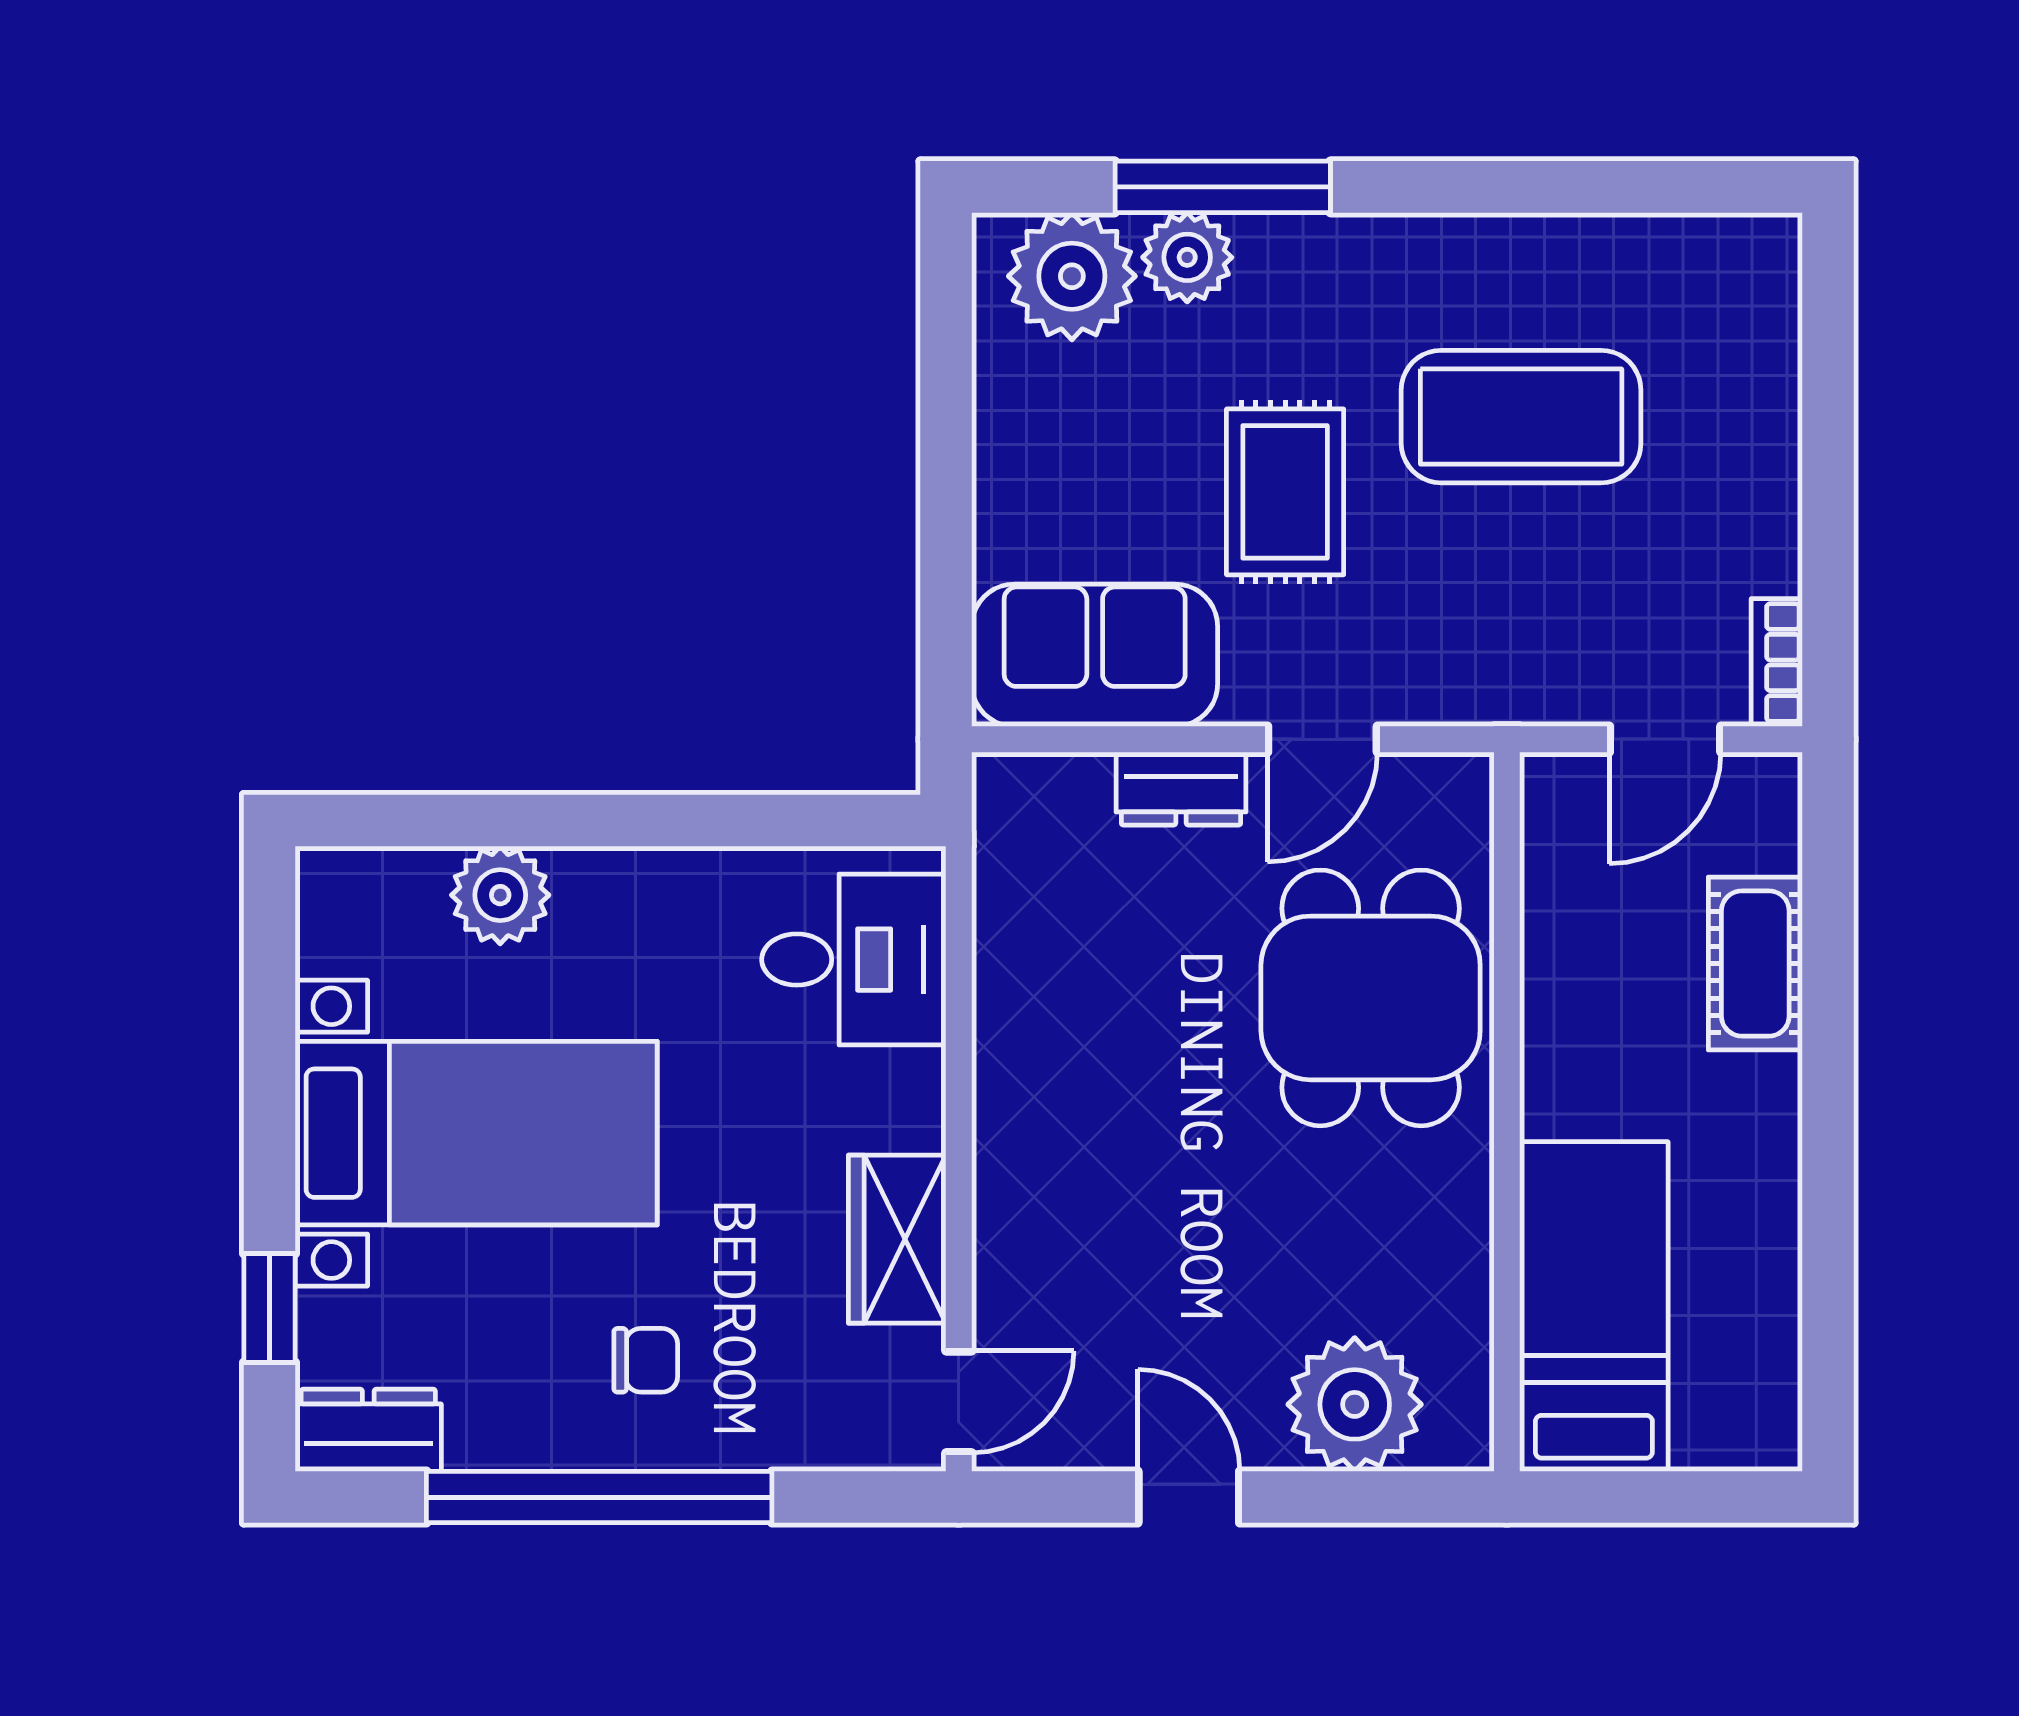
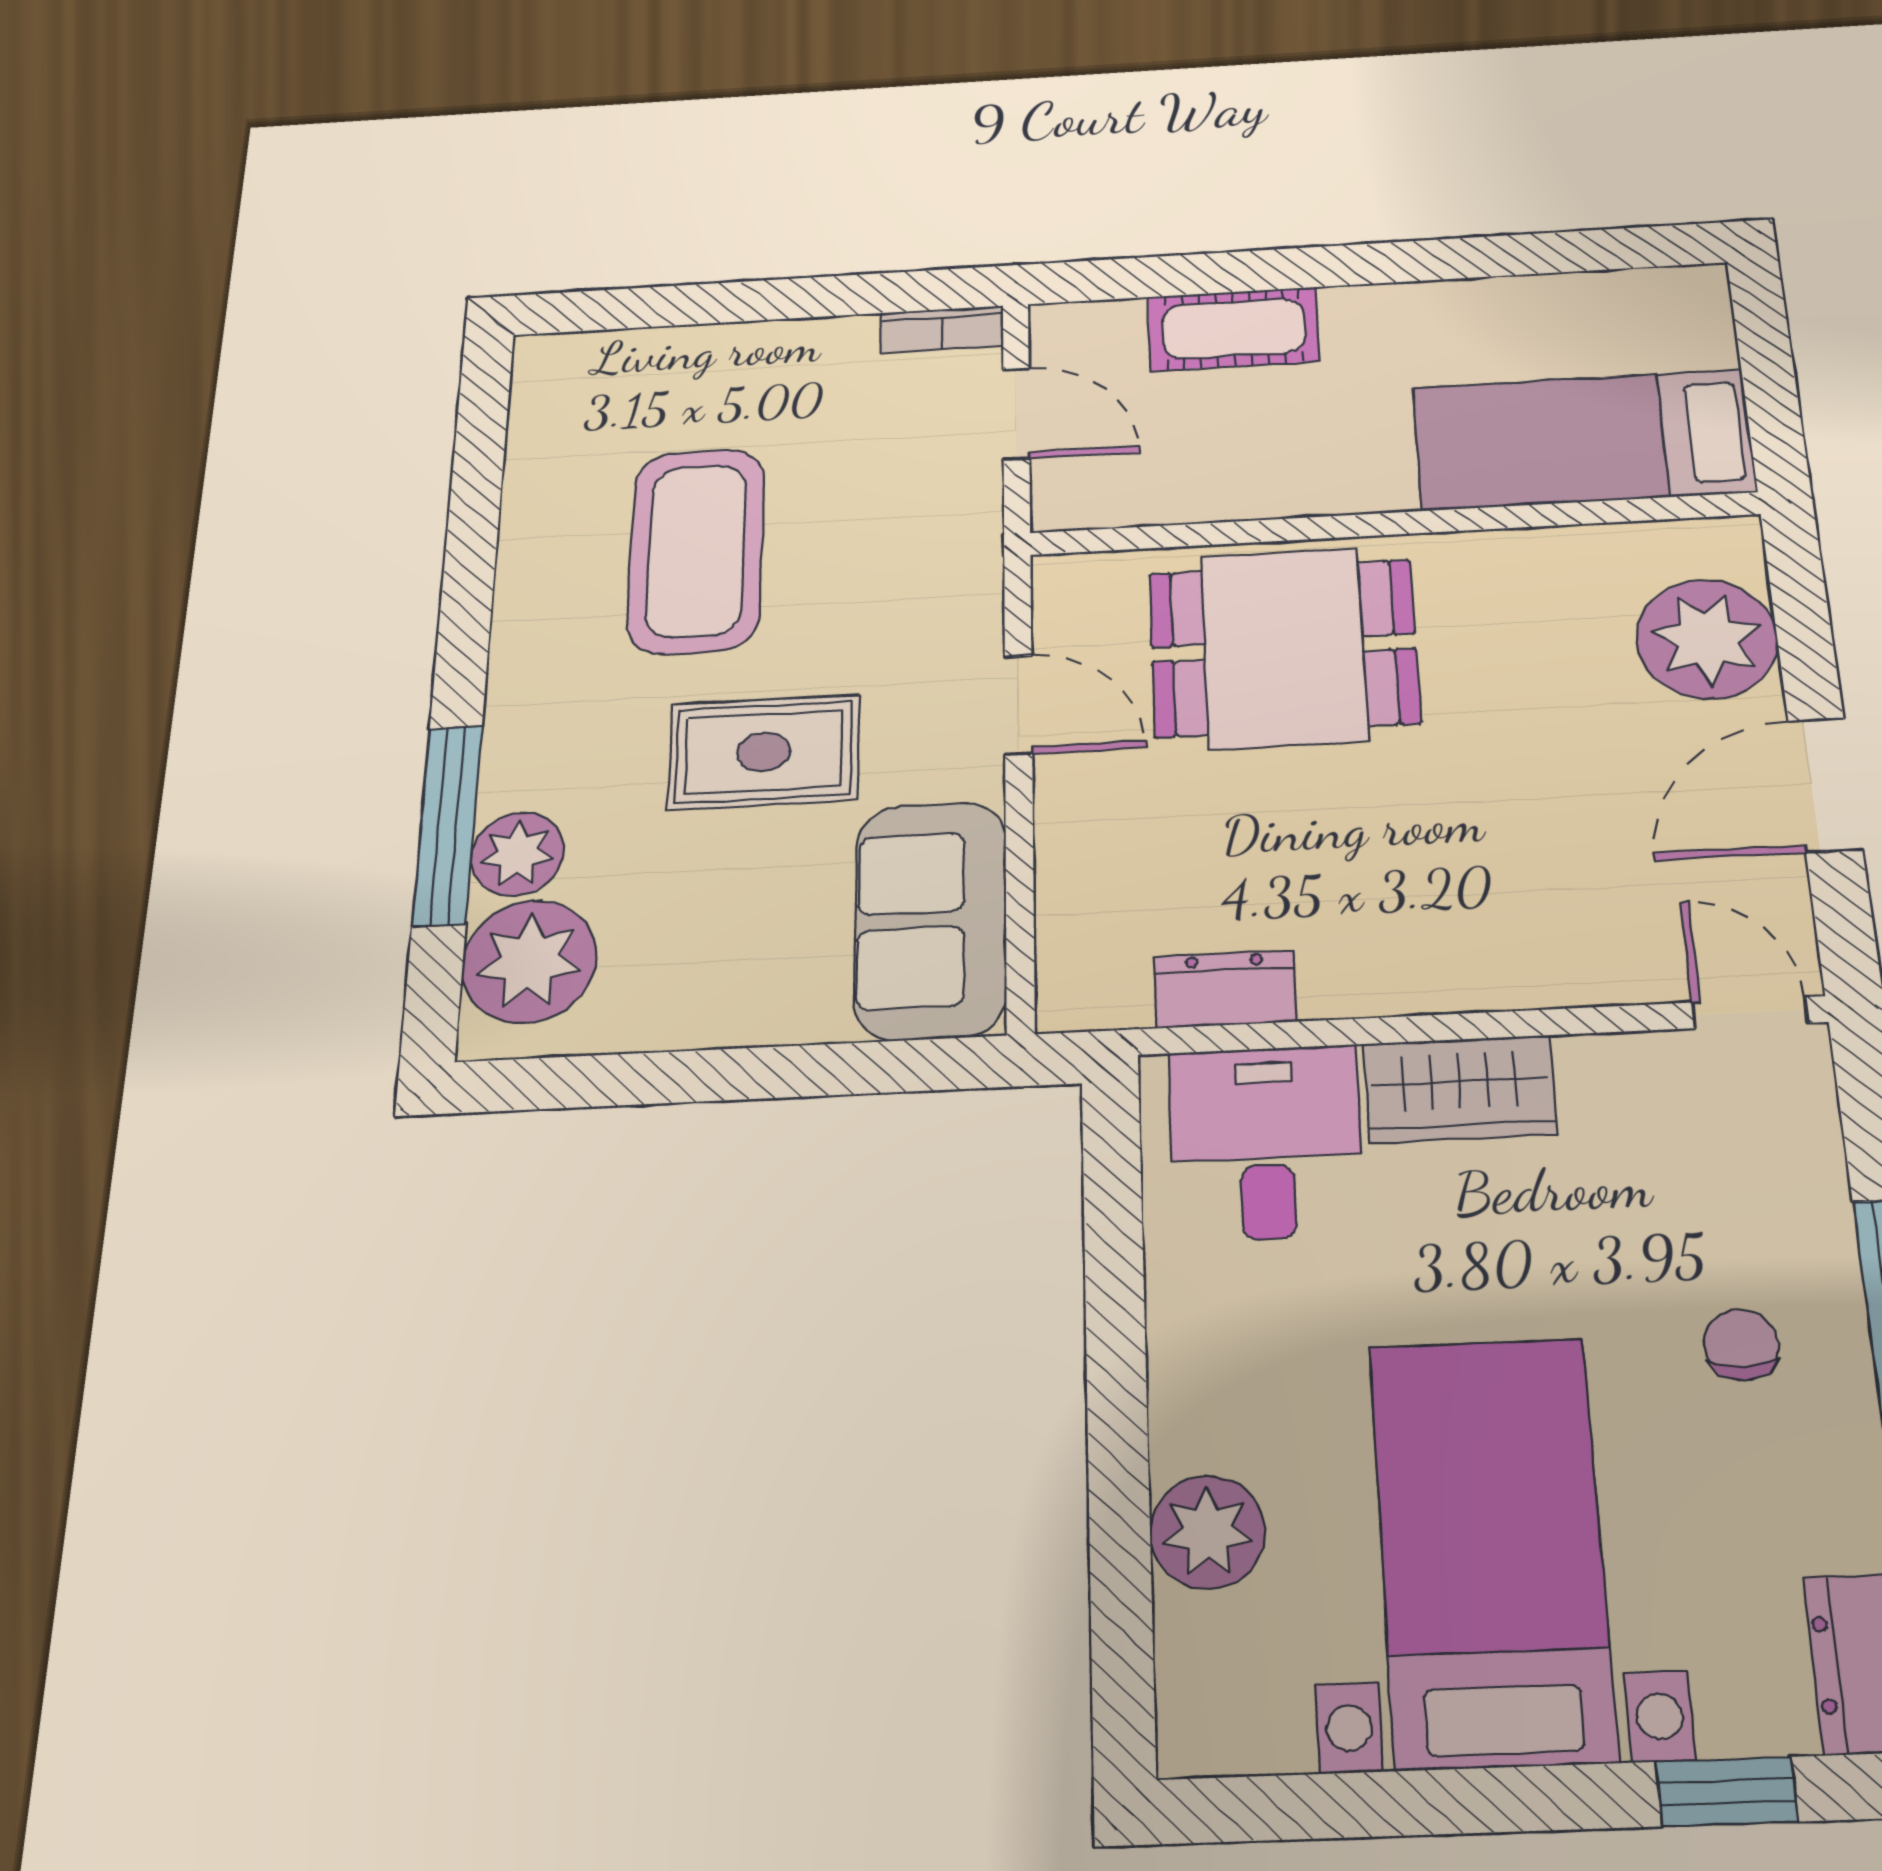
dresser: (1181, 789) -> (1225, 989), moved, turned -90
wardrobe: (897, 1239) -> (1460, 1089), moved
door: (1189, 1497) -> (1825, 785), width x1.38

